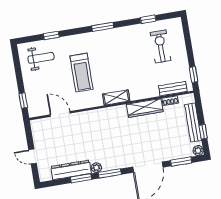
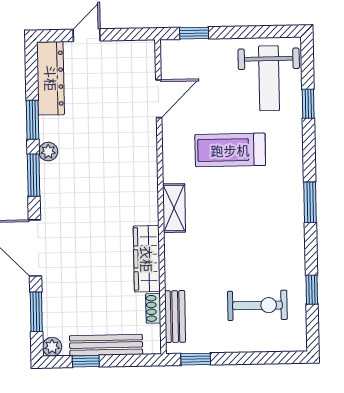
weight bench: (41, 58) -> (269, 78), width x1.36, depth x1.33
dresser: (71, 170) -> (51, 78), moved

